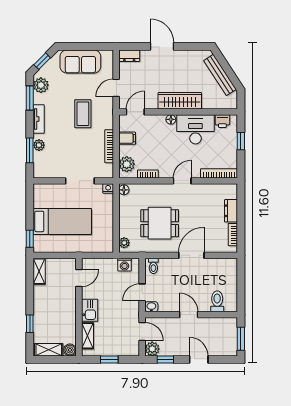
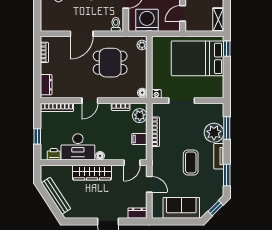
plant: (41, 85) -> (217, 187), removed
door: (116, 88) -> (149, 184), hinge flipped
coffee table: (83, 114) -> (191, 162), moved
plant: (39, 145) -> (214, 133), width x1.88, depth x1.88
dresser: (231, 211) -> (46, 85), moved
bed: (62, 221) -> (198, 58), width x1.50
washing machine: (124, 265) -> (147, 20), width x1.89, depth x1.89

